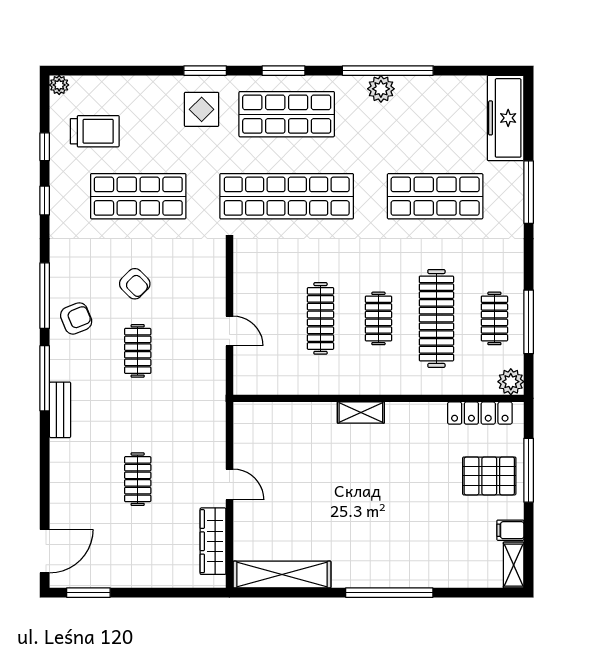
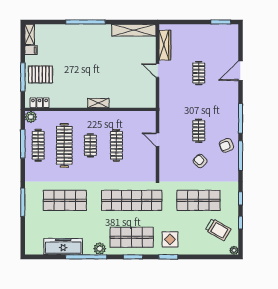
plant: (381, 89) -> (100, 249), moved
freezer: (506, 118) -> (63, 246), moved, turned -90
trolley: (95, 131) -> (218, 230), turned -150
clothes rail: (494, 318) -> (38, 145), width x1.36
bench: (60, 410) -> (234, 104), removed
locker: (480, 413) -> (40, 103), width x0.66
door: (45, 551) -> (241, 71), moved

